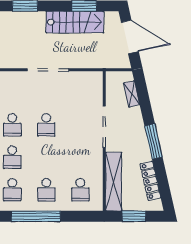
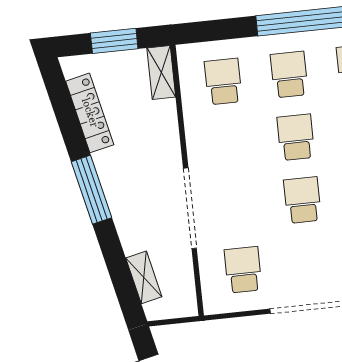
school desk: (80, 92) -> (243, 270), added
school desk: (46, 157) -> (296, 137), added
shelving: (114, 182) -> (161, 73), width x0.45, depth x0.75

